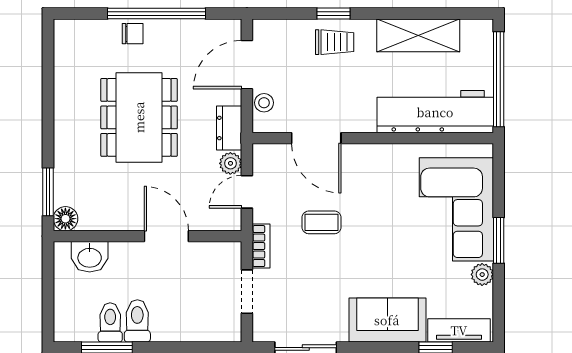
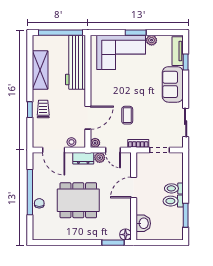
plant: (262, 154) -> (95, 143), added
toilet: (110, 322) -> (174, 188), moved

